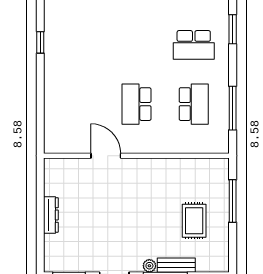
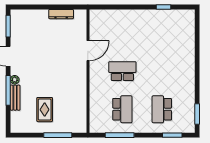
school desk: (194, 104) -> (122, 109), turned -90
dresser: (51, 215) -> (61, 14), moved
rug: (194, 221) -> (45, 110), turned 90

